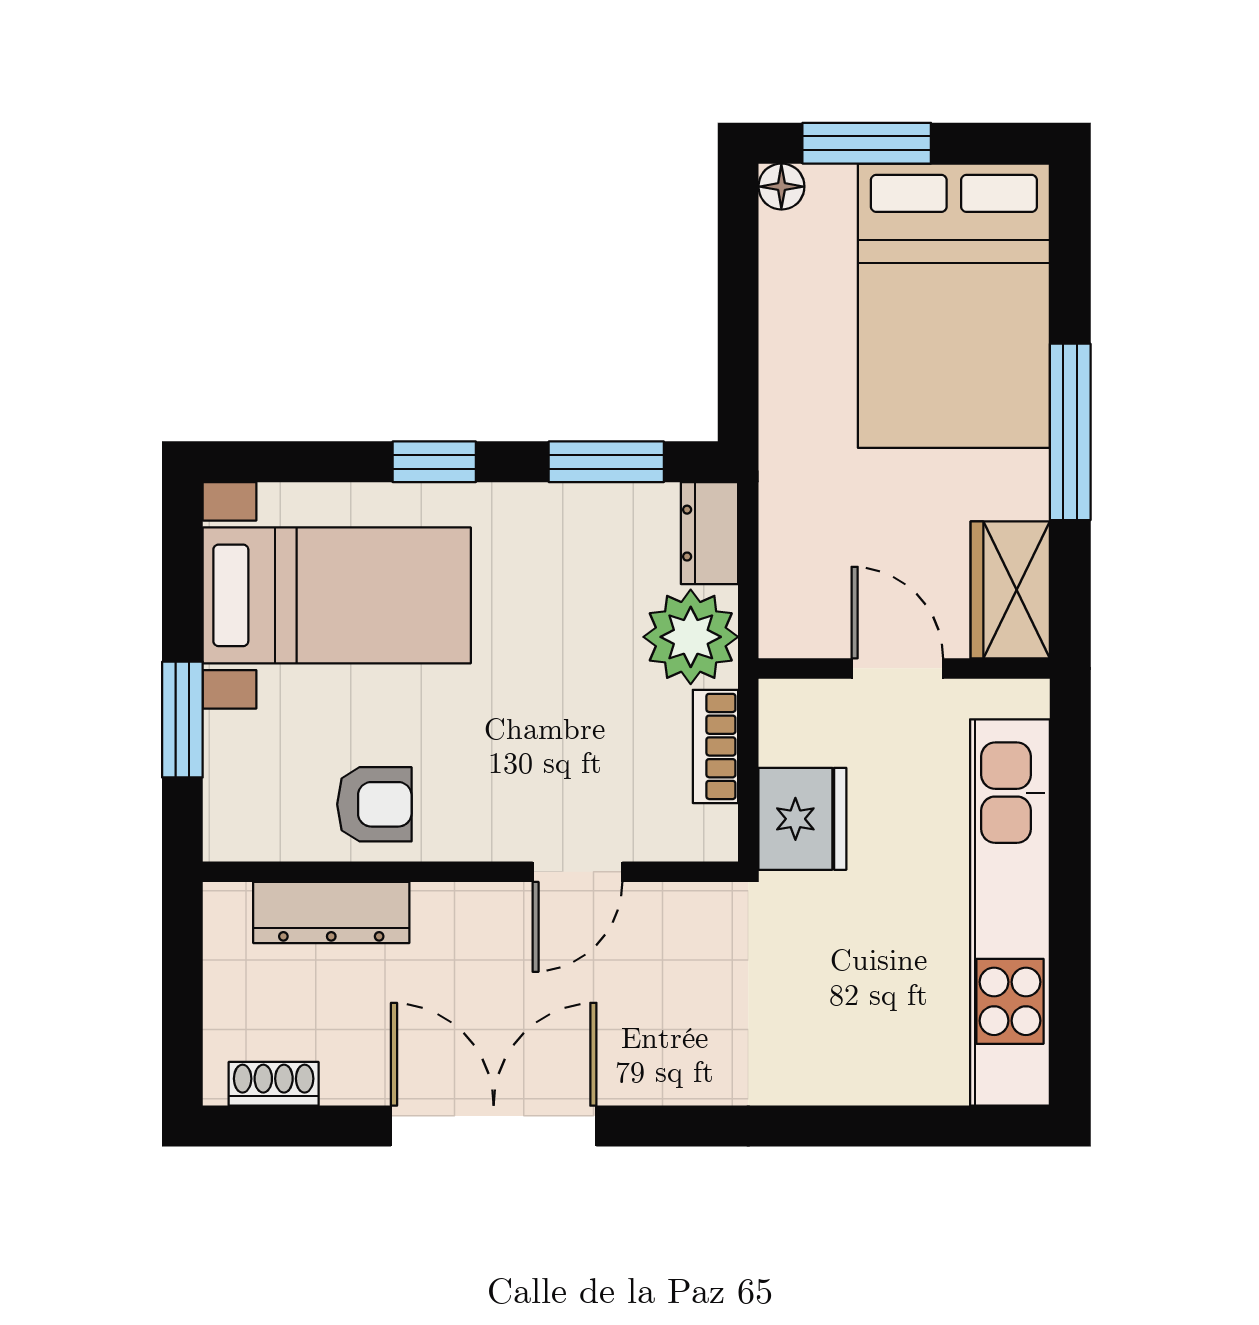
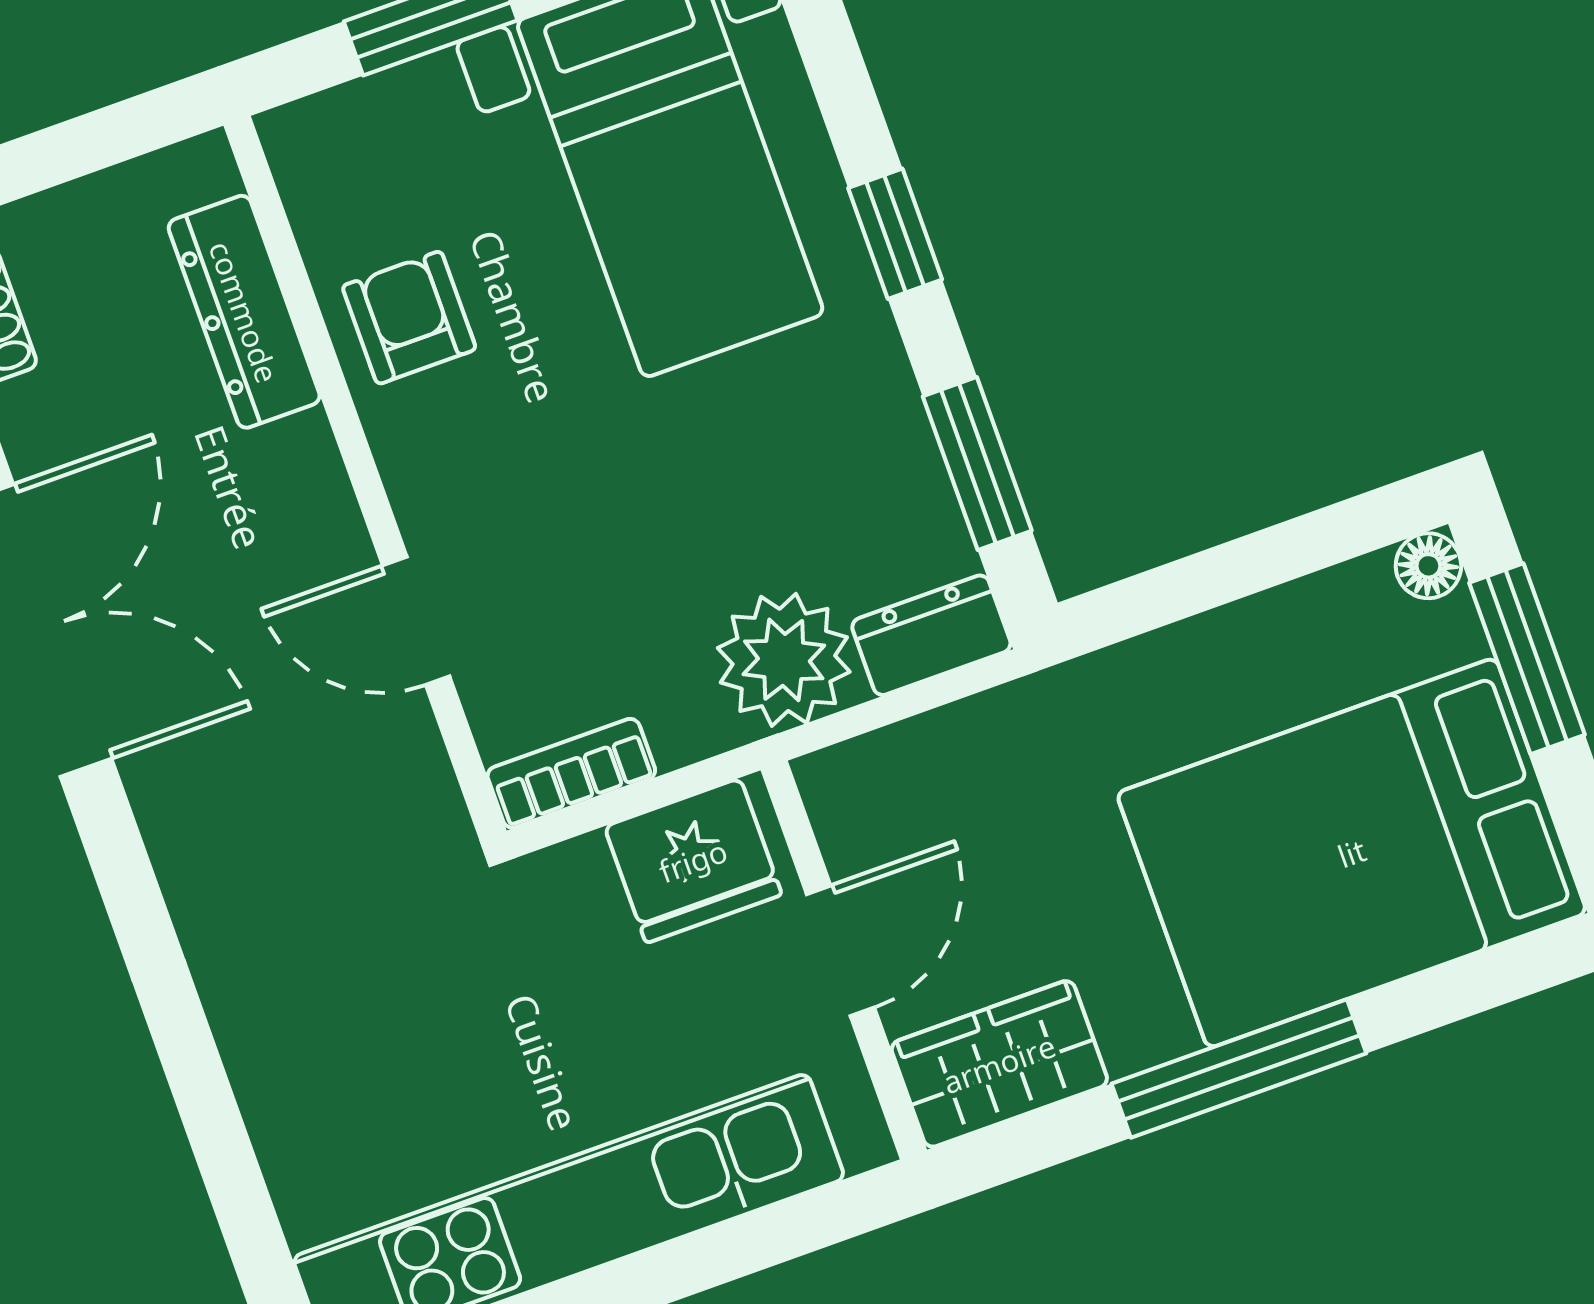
bookcase: (715, 746) -> (571, 773), moved
armchair: (374, 804) -> (409, 318), turned 180
fridge: (802, 819) -> (693, 861), moved

